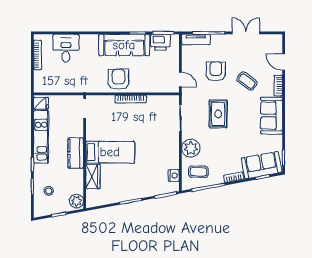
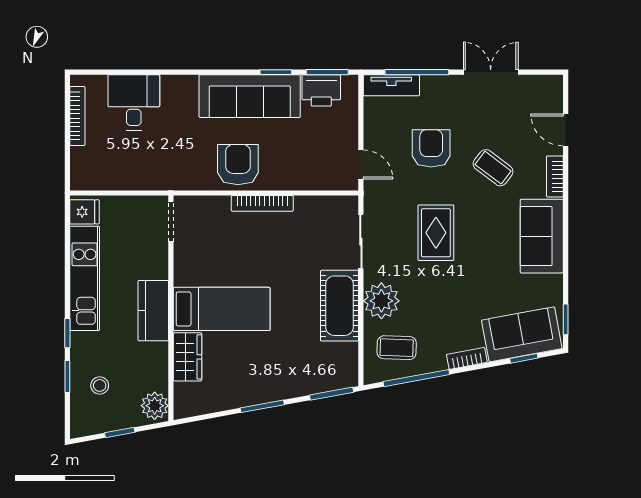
cot: (170, 151) -> (339, 306), added
nightstand: (174, 175) -> (348, 355), removed

